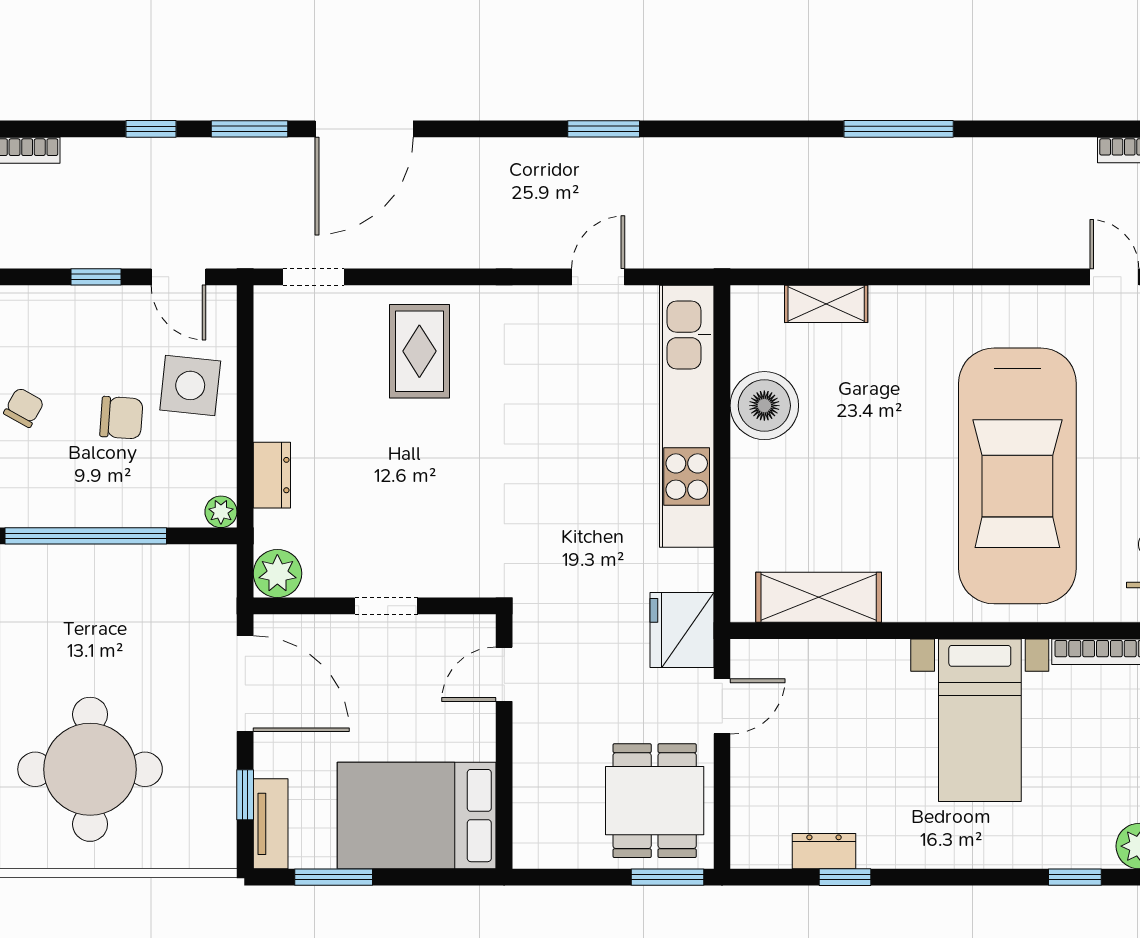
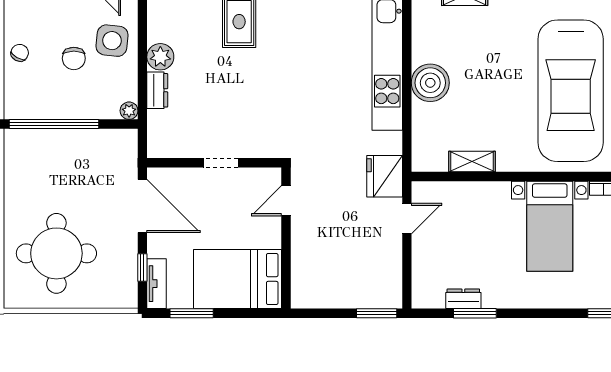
boiler: (764, 406) -> (430, 83), moved
chair: (121, 418) -> (74, 58), turned 86
plant: (277, 573) -> (160, 57), moved
shelving: (819, 597) -> (472, 161), width x0.67, depth x0.75
dining table: (655, 801) -> (369, 271), removed
window: (845, 877) -> (475, 313), width x1.50

